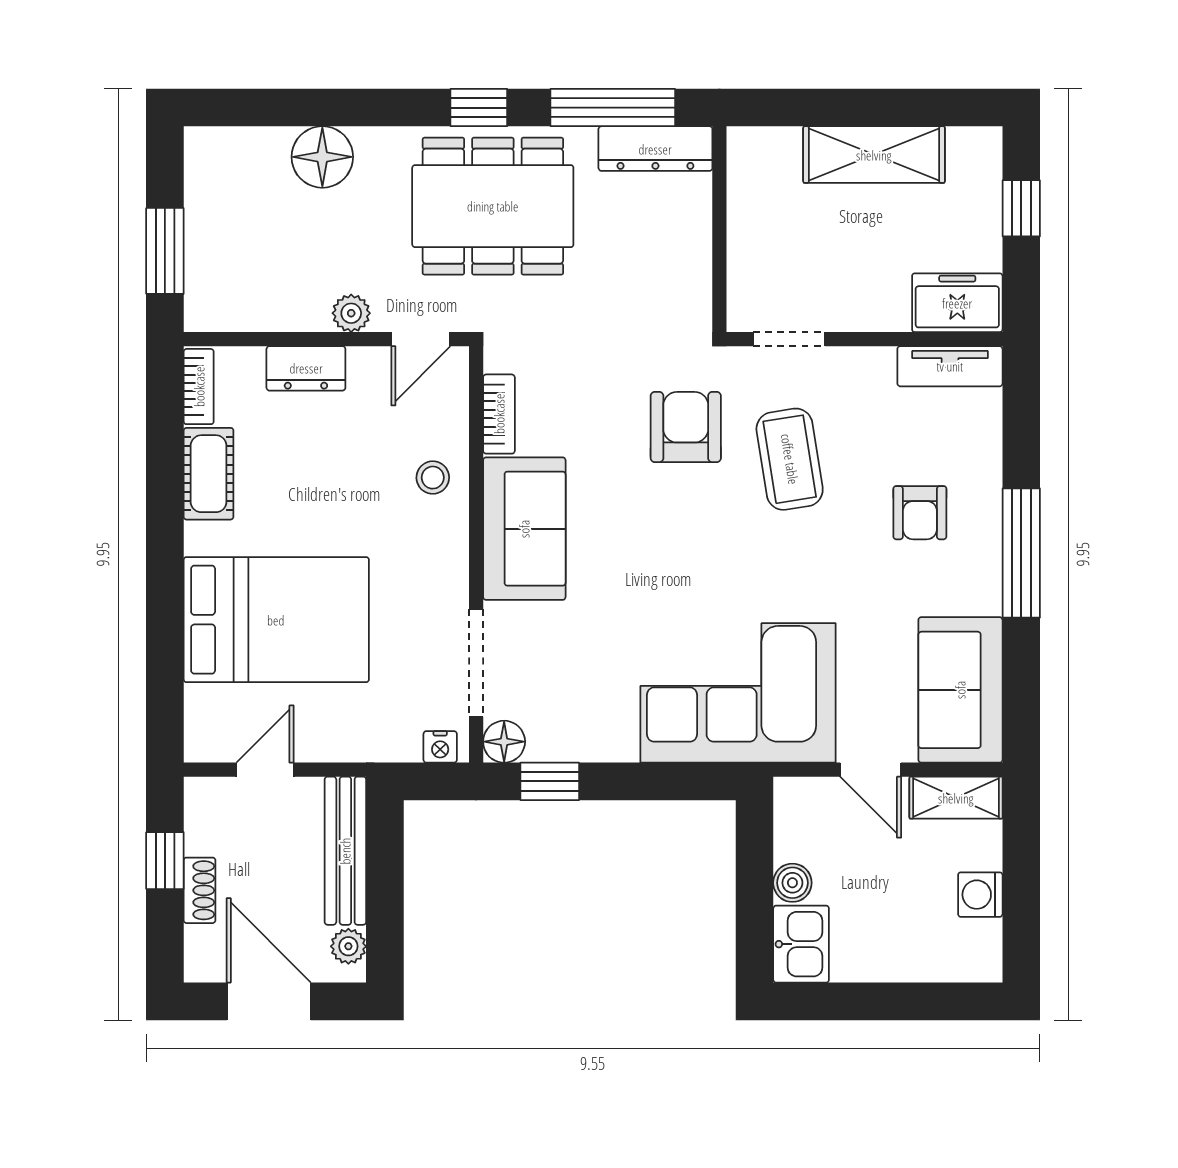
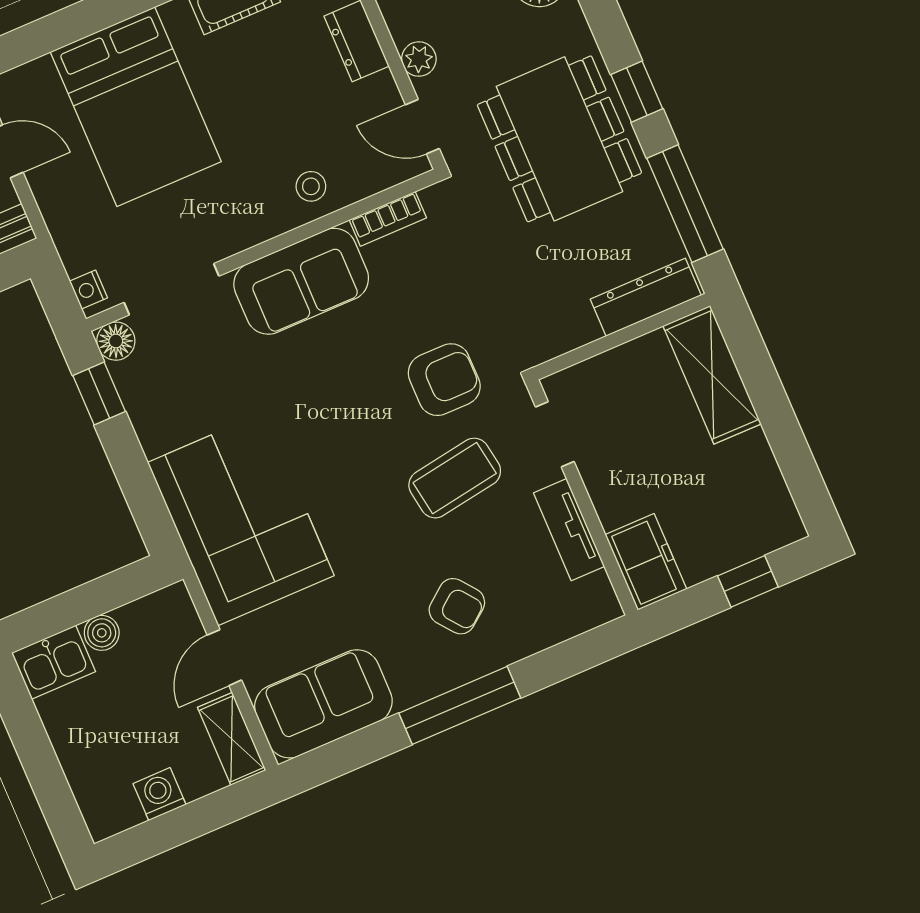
dresser: (655, 149) -> (646, 297), moved, turned 90
shelving: (874, 155) -> (712, 375), moved
tv unit: (950, 366) -> (569, 530), moved
armchair: (920, 513) -> (457, 606), turned -128

